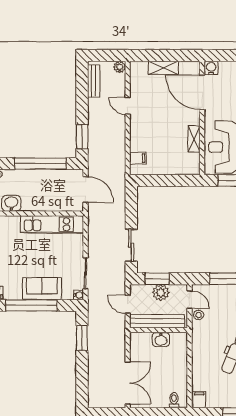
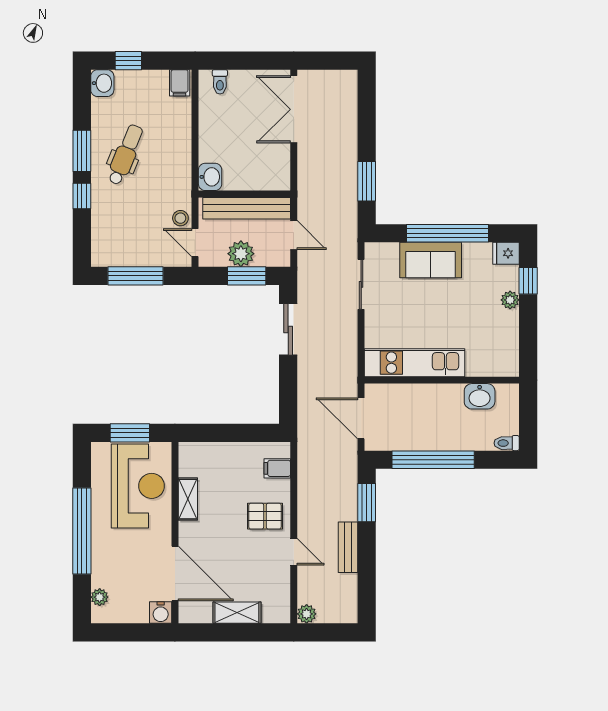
bench: (94, 81) -> (348, 547), moved
pallet: (146, 128) -> (265, 516), added
water cooler: (79, 295) -> (372, 250), removed
washbasin: (161, 339) -> (210, 177), moved, turned 90

